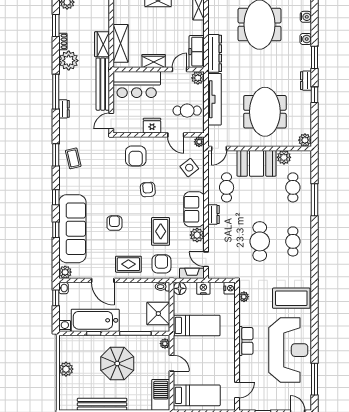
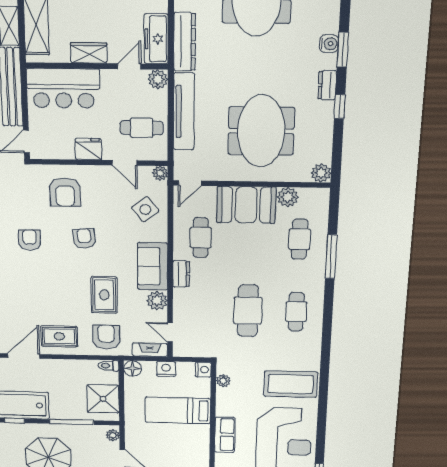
water cooler: (306, 39) -> (329, 44), moved
armchair: (114, 223) -> (30, 240), moved
door: (103, 280) -> (24, 356), swing flipped
bed: (197, 325) -> (178, 410), moved, turned 180

